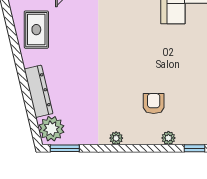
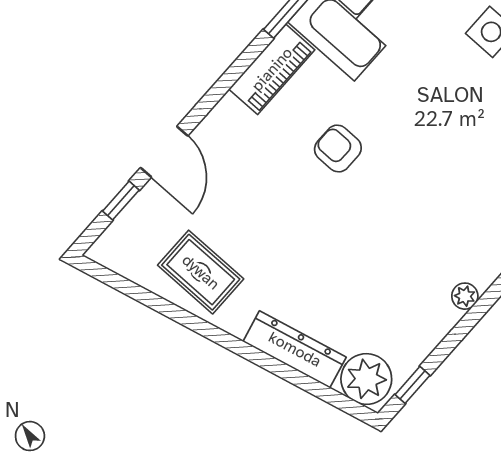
armchair: (154, 103) -> (338, 148), moved
window: (65, 148) -> (413, 385), width x0.67

